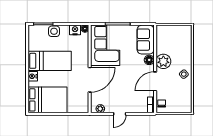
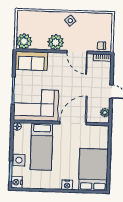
nightstand: (75, 30) -> (17, 182), moved
plant: (163, 32) -> (24, 41), added
floor lamp: (149, 60) -> (53, 58), removed
bed: (50, 61) -> (41, 147), moved, turned 180
door: (90, 80) -> (73, 123), hinge flipped

